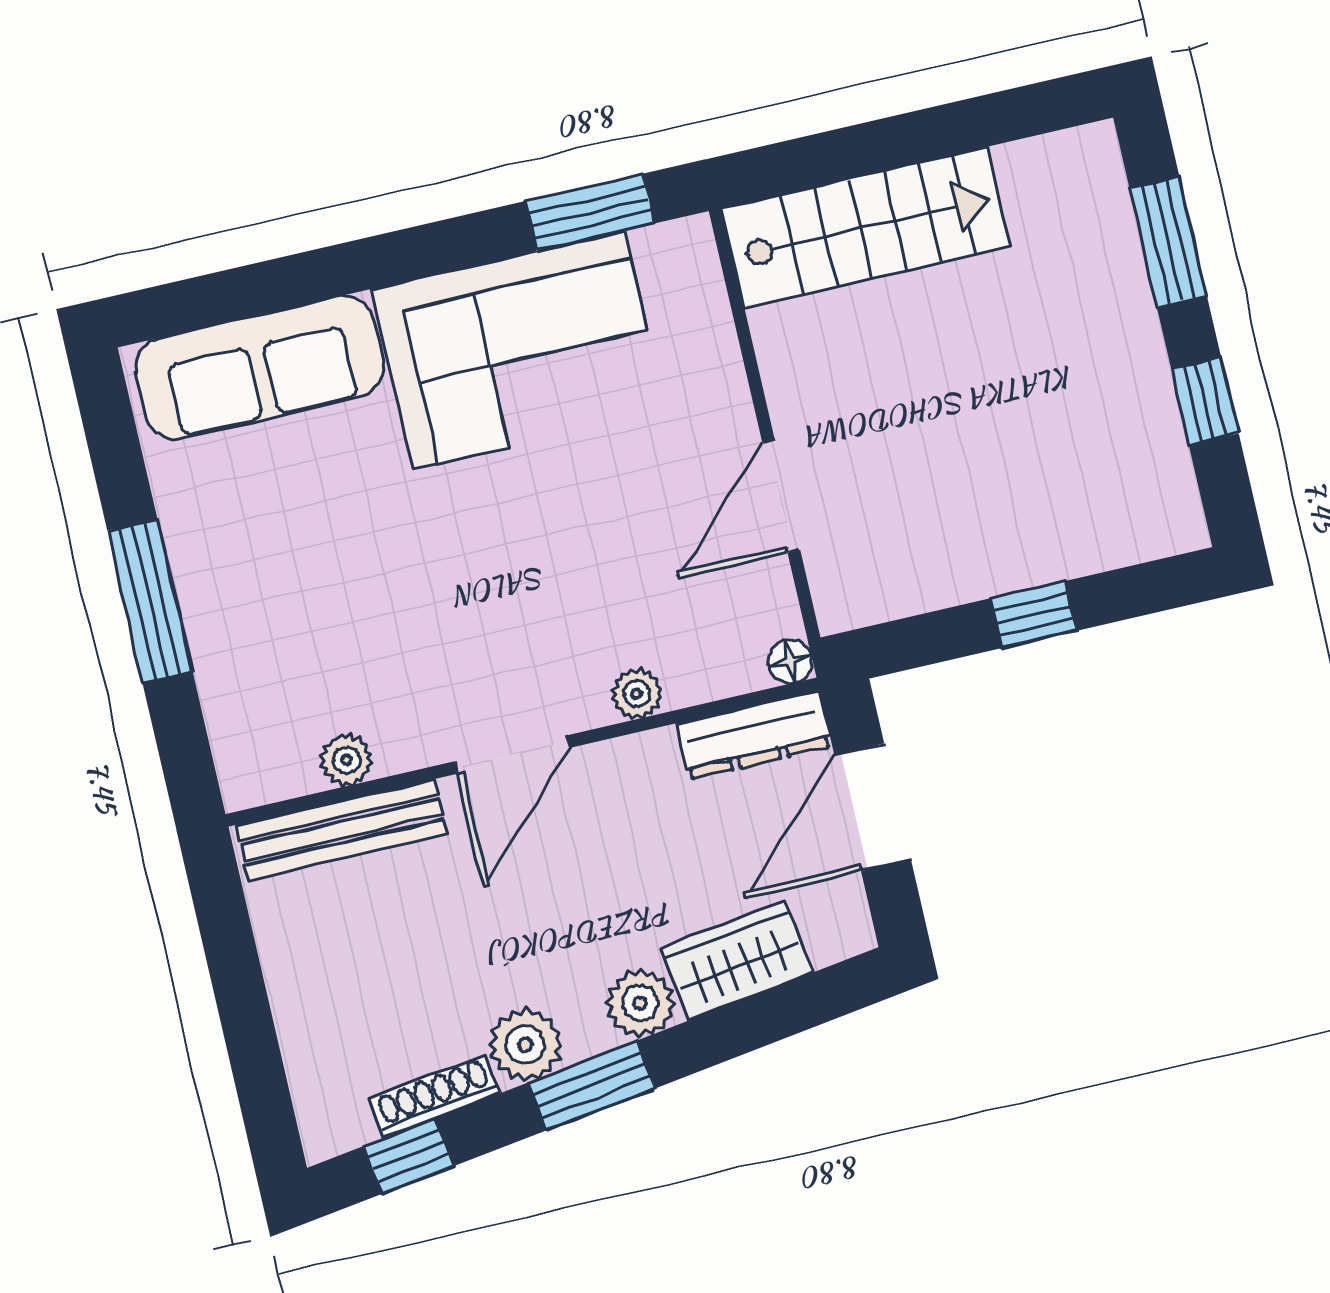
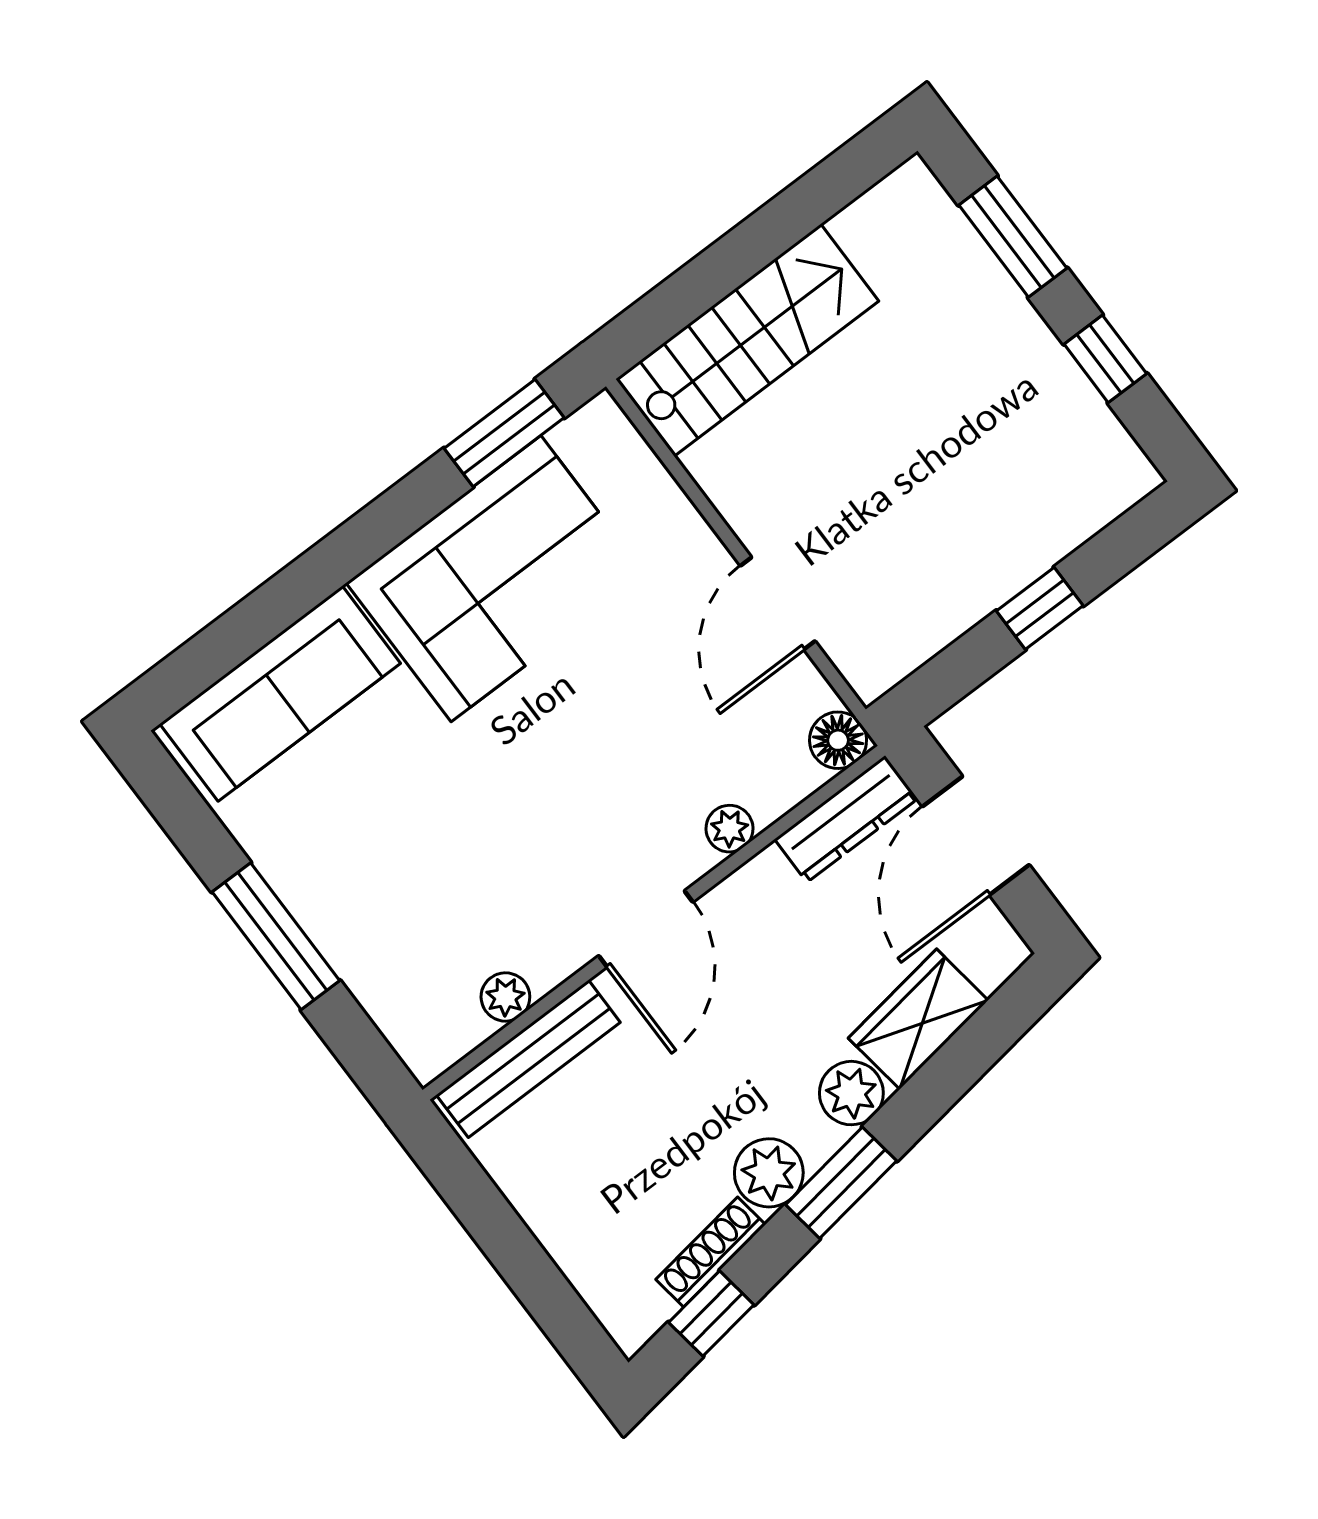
floor lamp: (790, 661) -> (838, 740), width x1.37, depth x1.37

